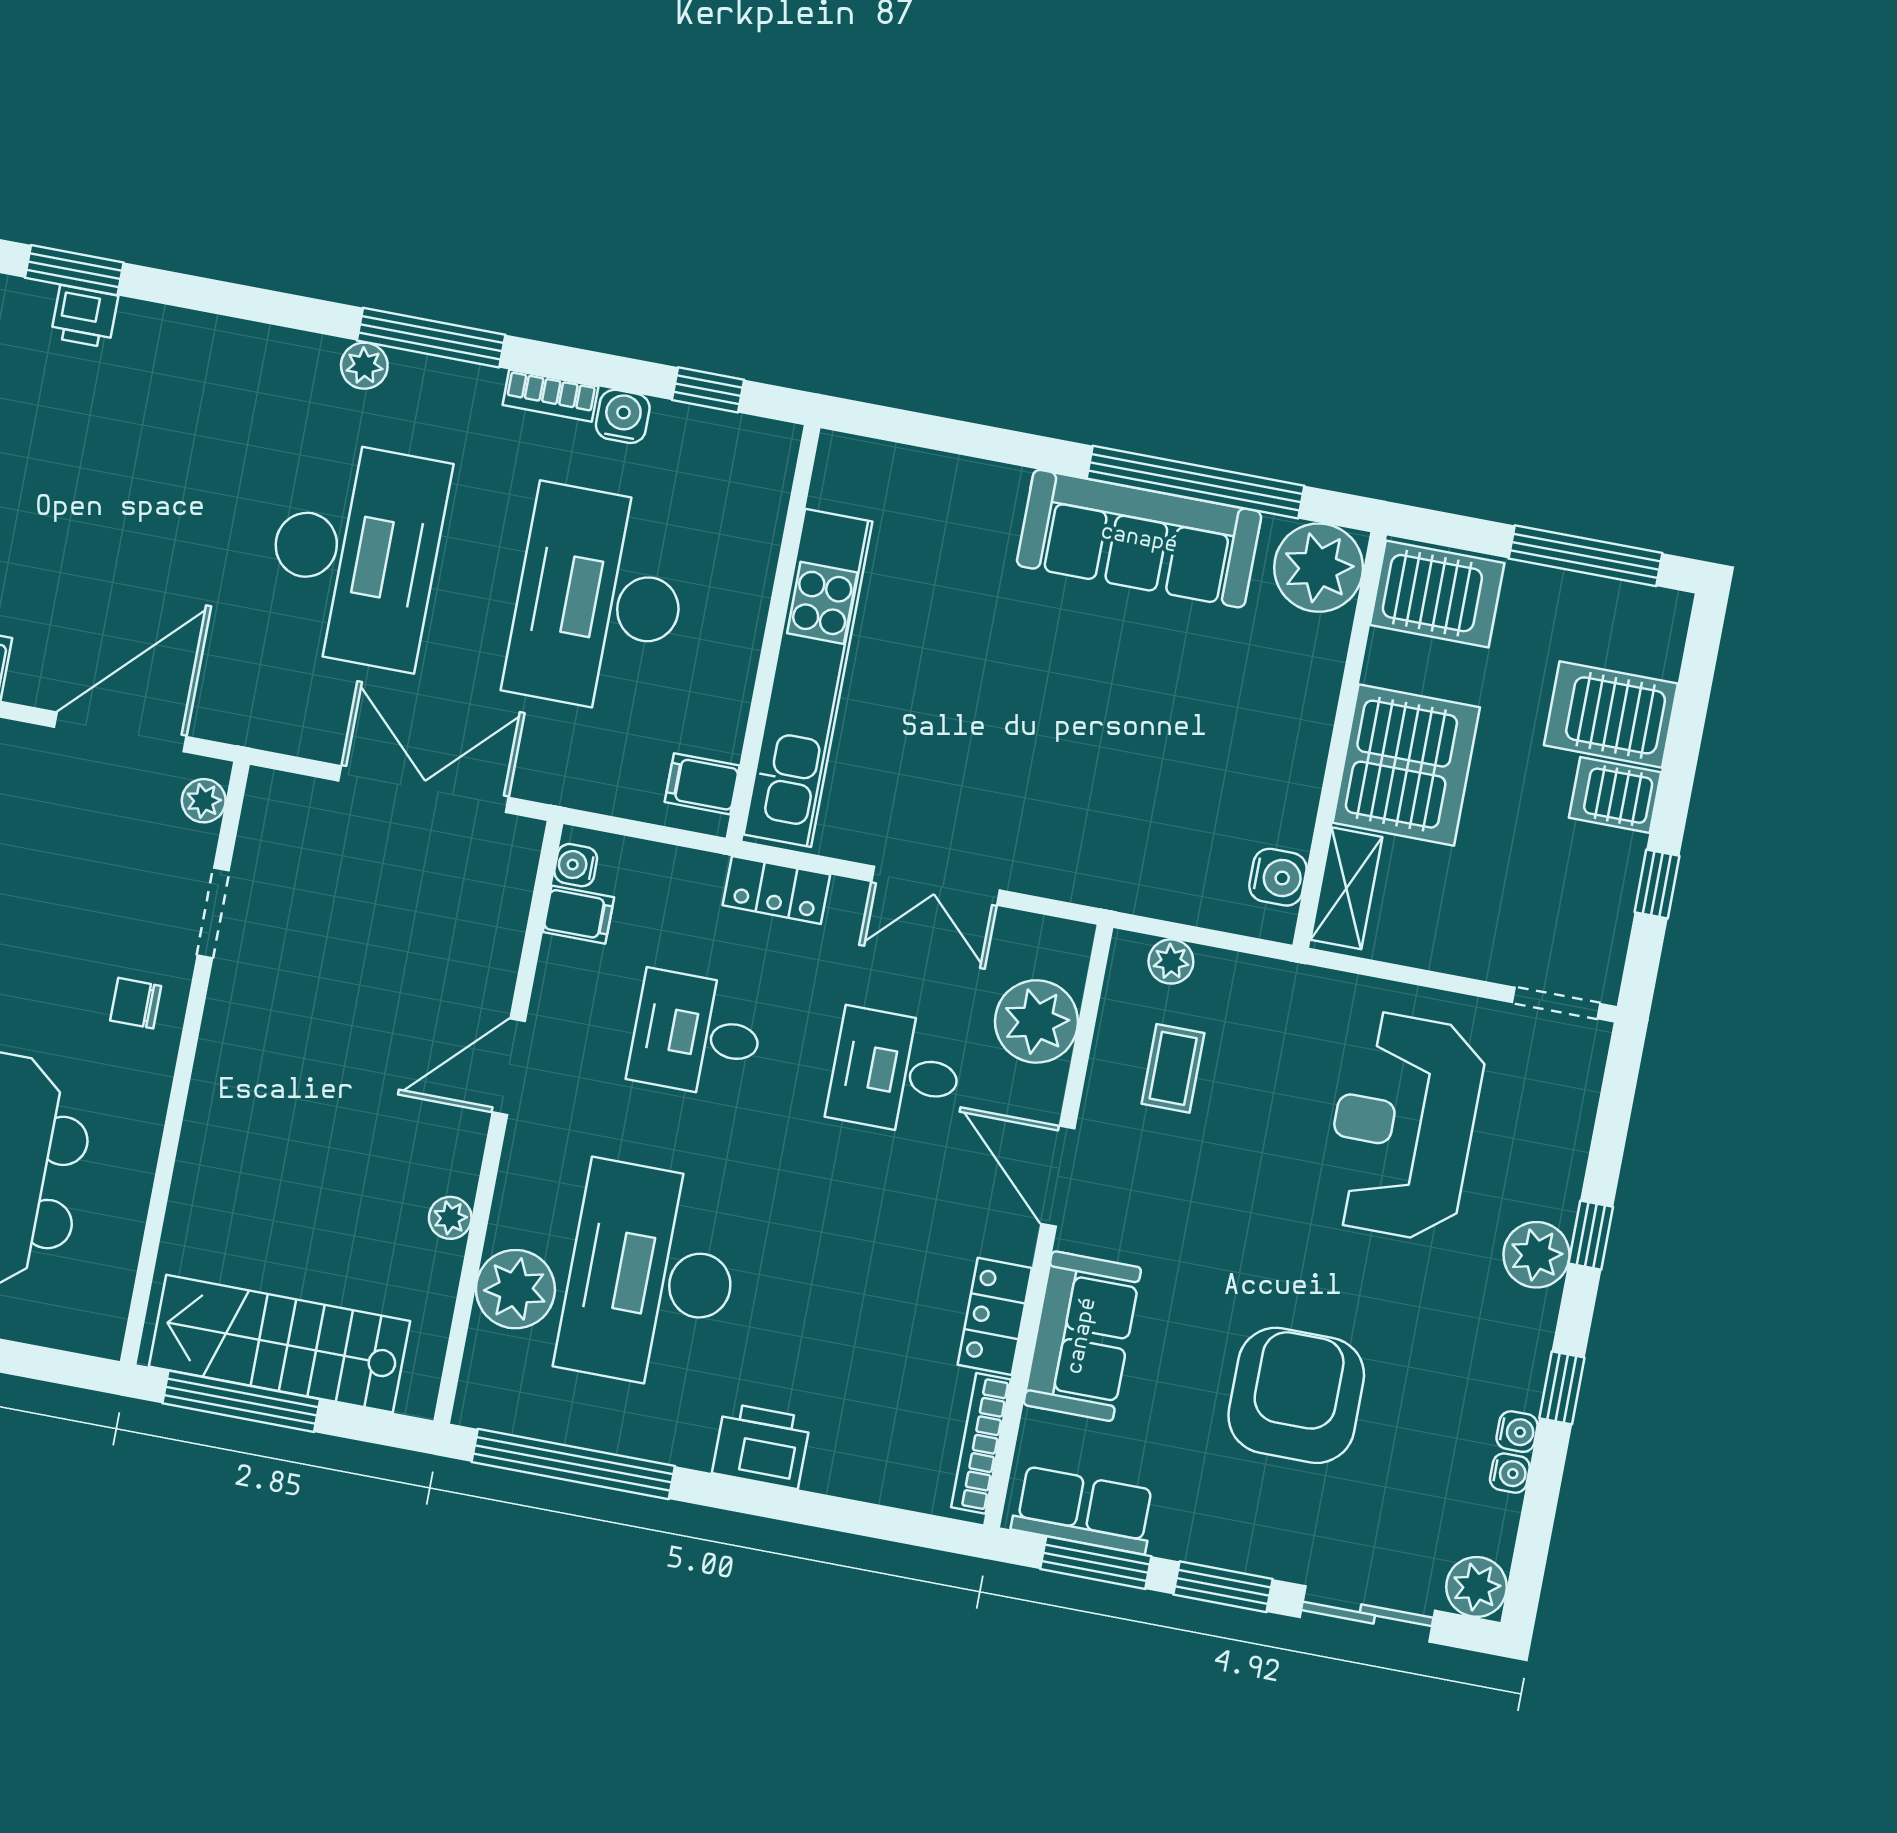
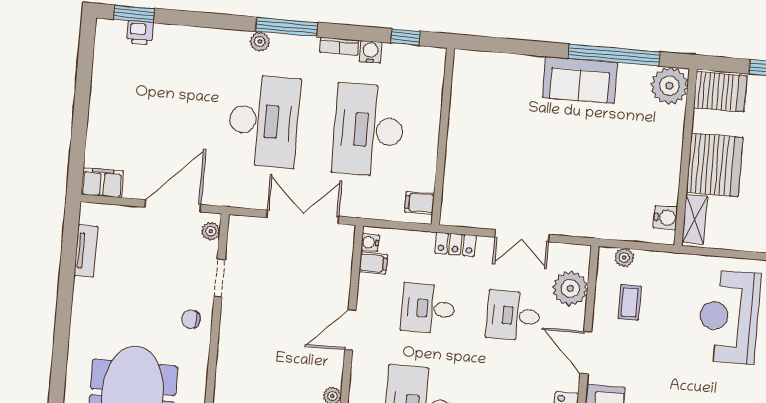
sofa: (1139, 539) -> (580, 80), width x0.73
kitchen unit: (808, 678) -> (460, 154), removed

